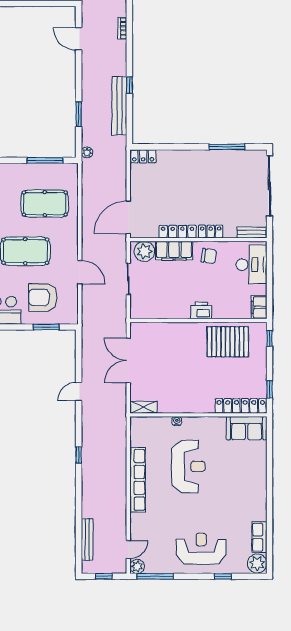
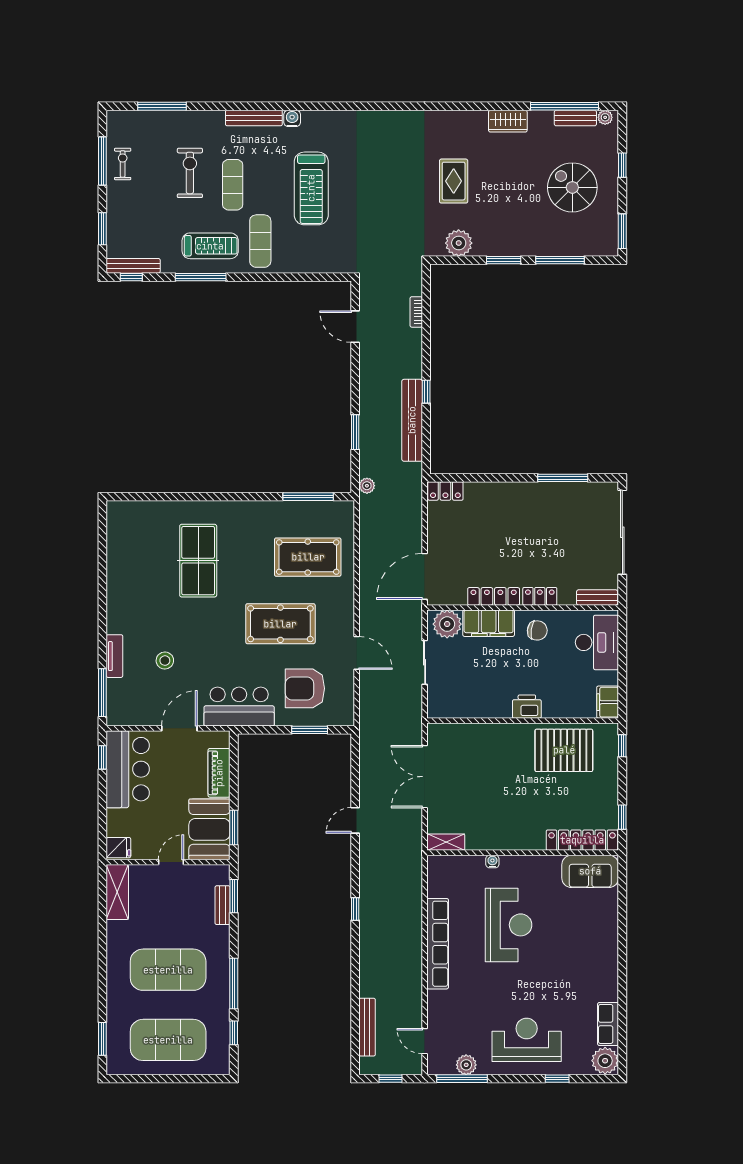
door: (128, 550) -> (425, 1041), swing flipped
plant: (137, 566) -> (466, 1065), moved

